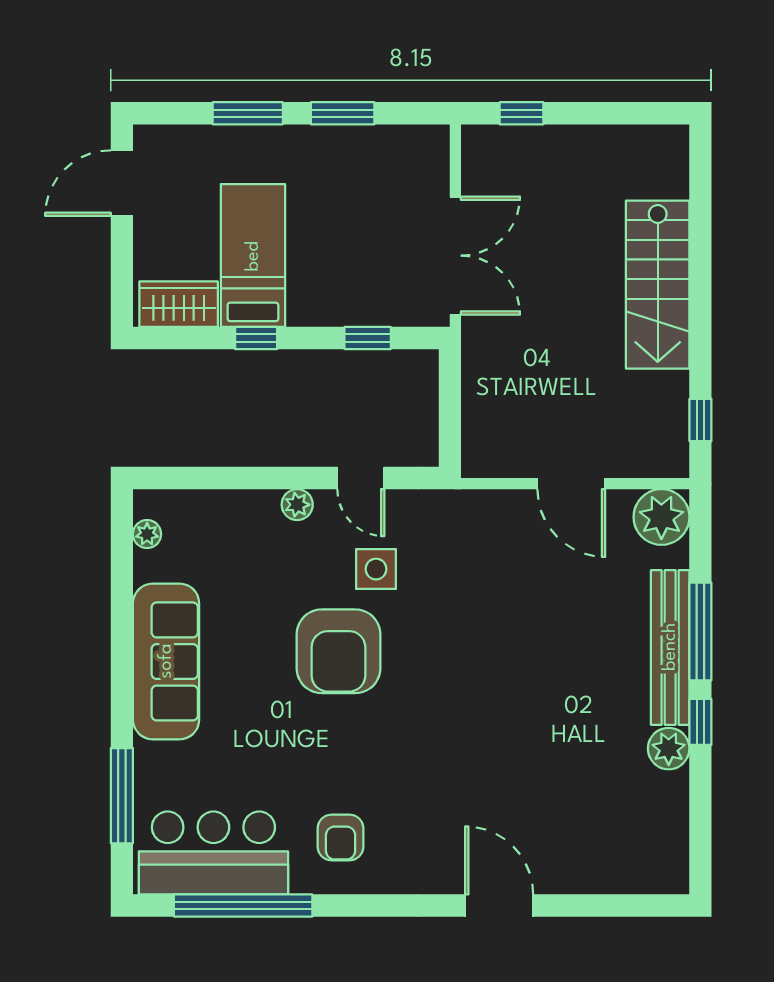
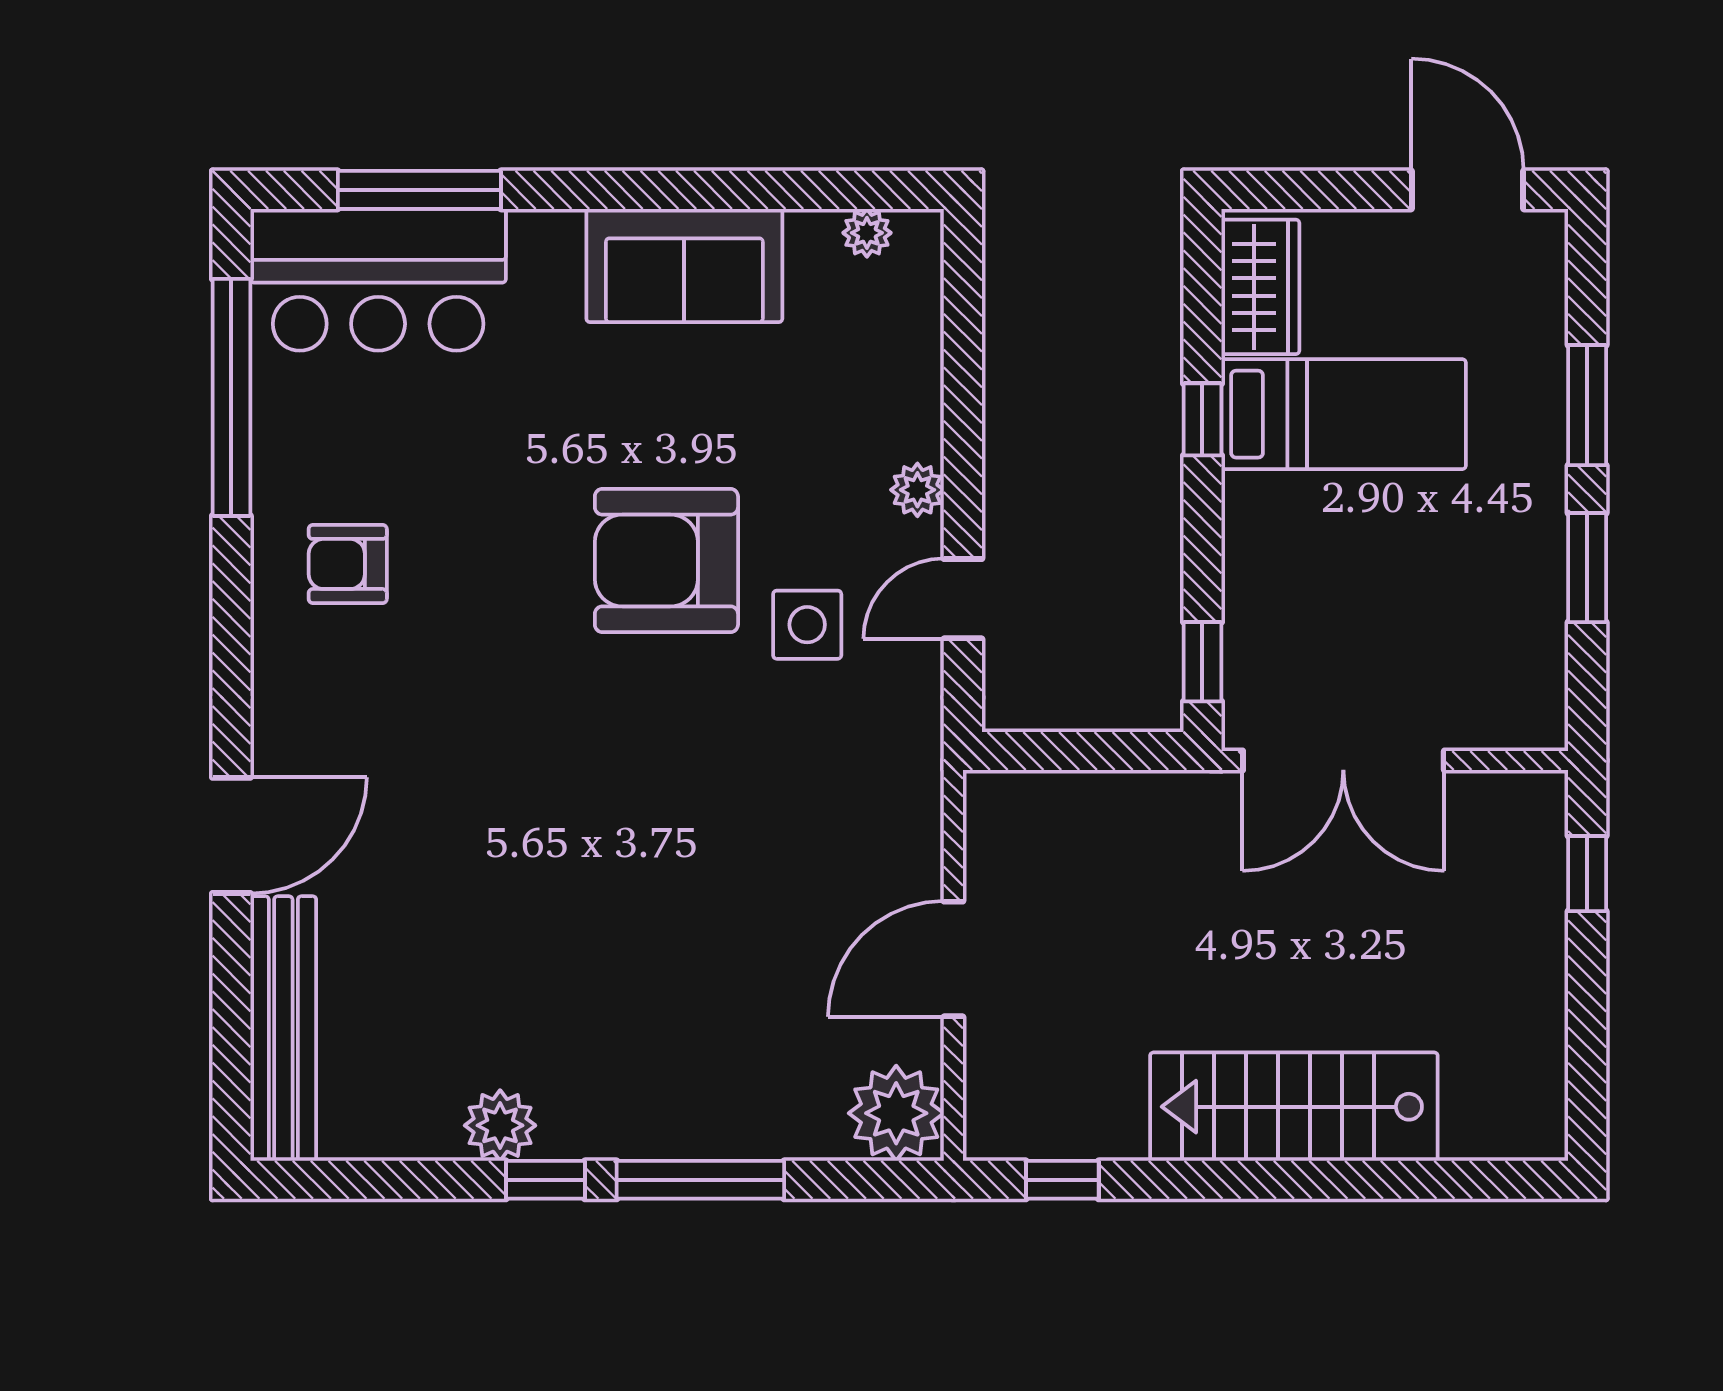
window: (368, 338) -> (1202, 662), moved
bench: (670, 647) -> (283, 1029), moved, turned 90
sofa: (166, 661) -> (684, 265), width x0.73
bar counter: (213, 853) -> (378, 280), moved, turned 90

